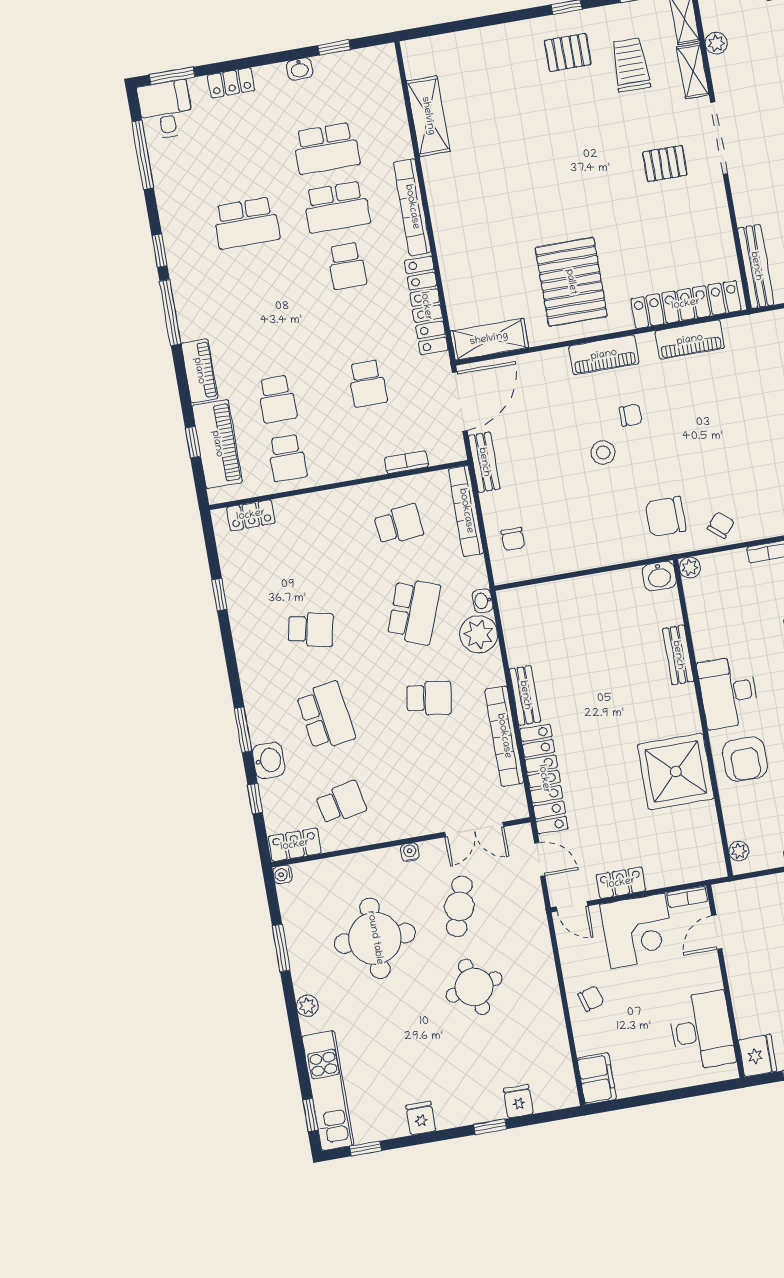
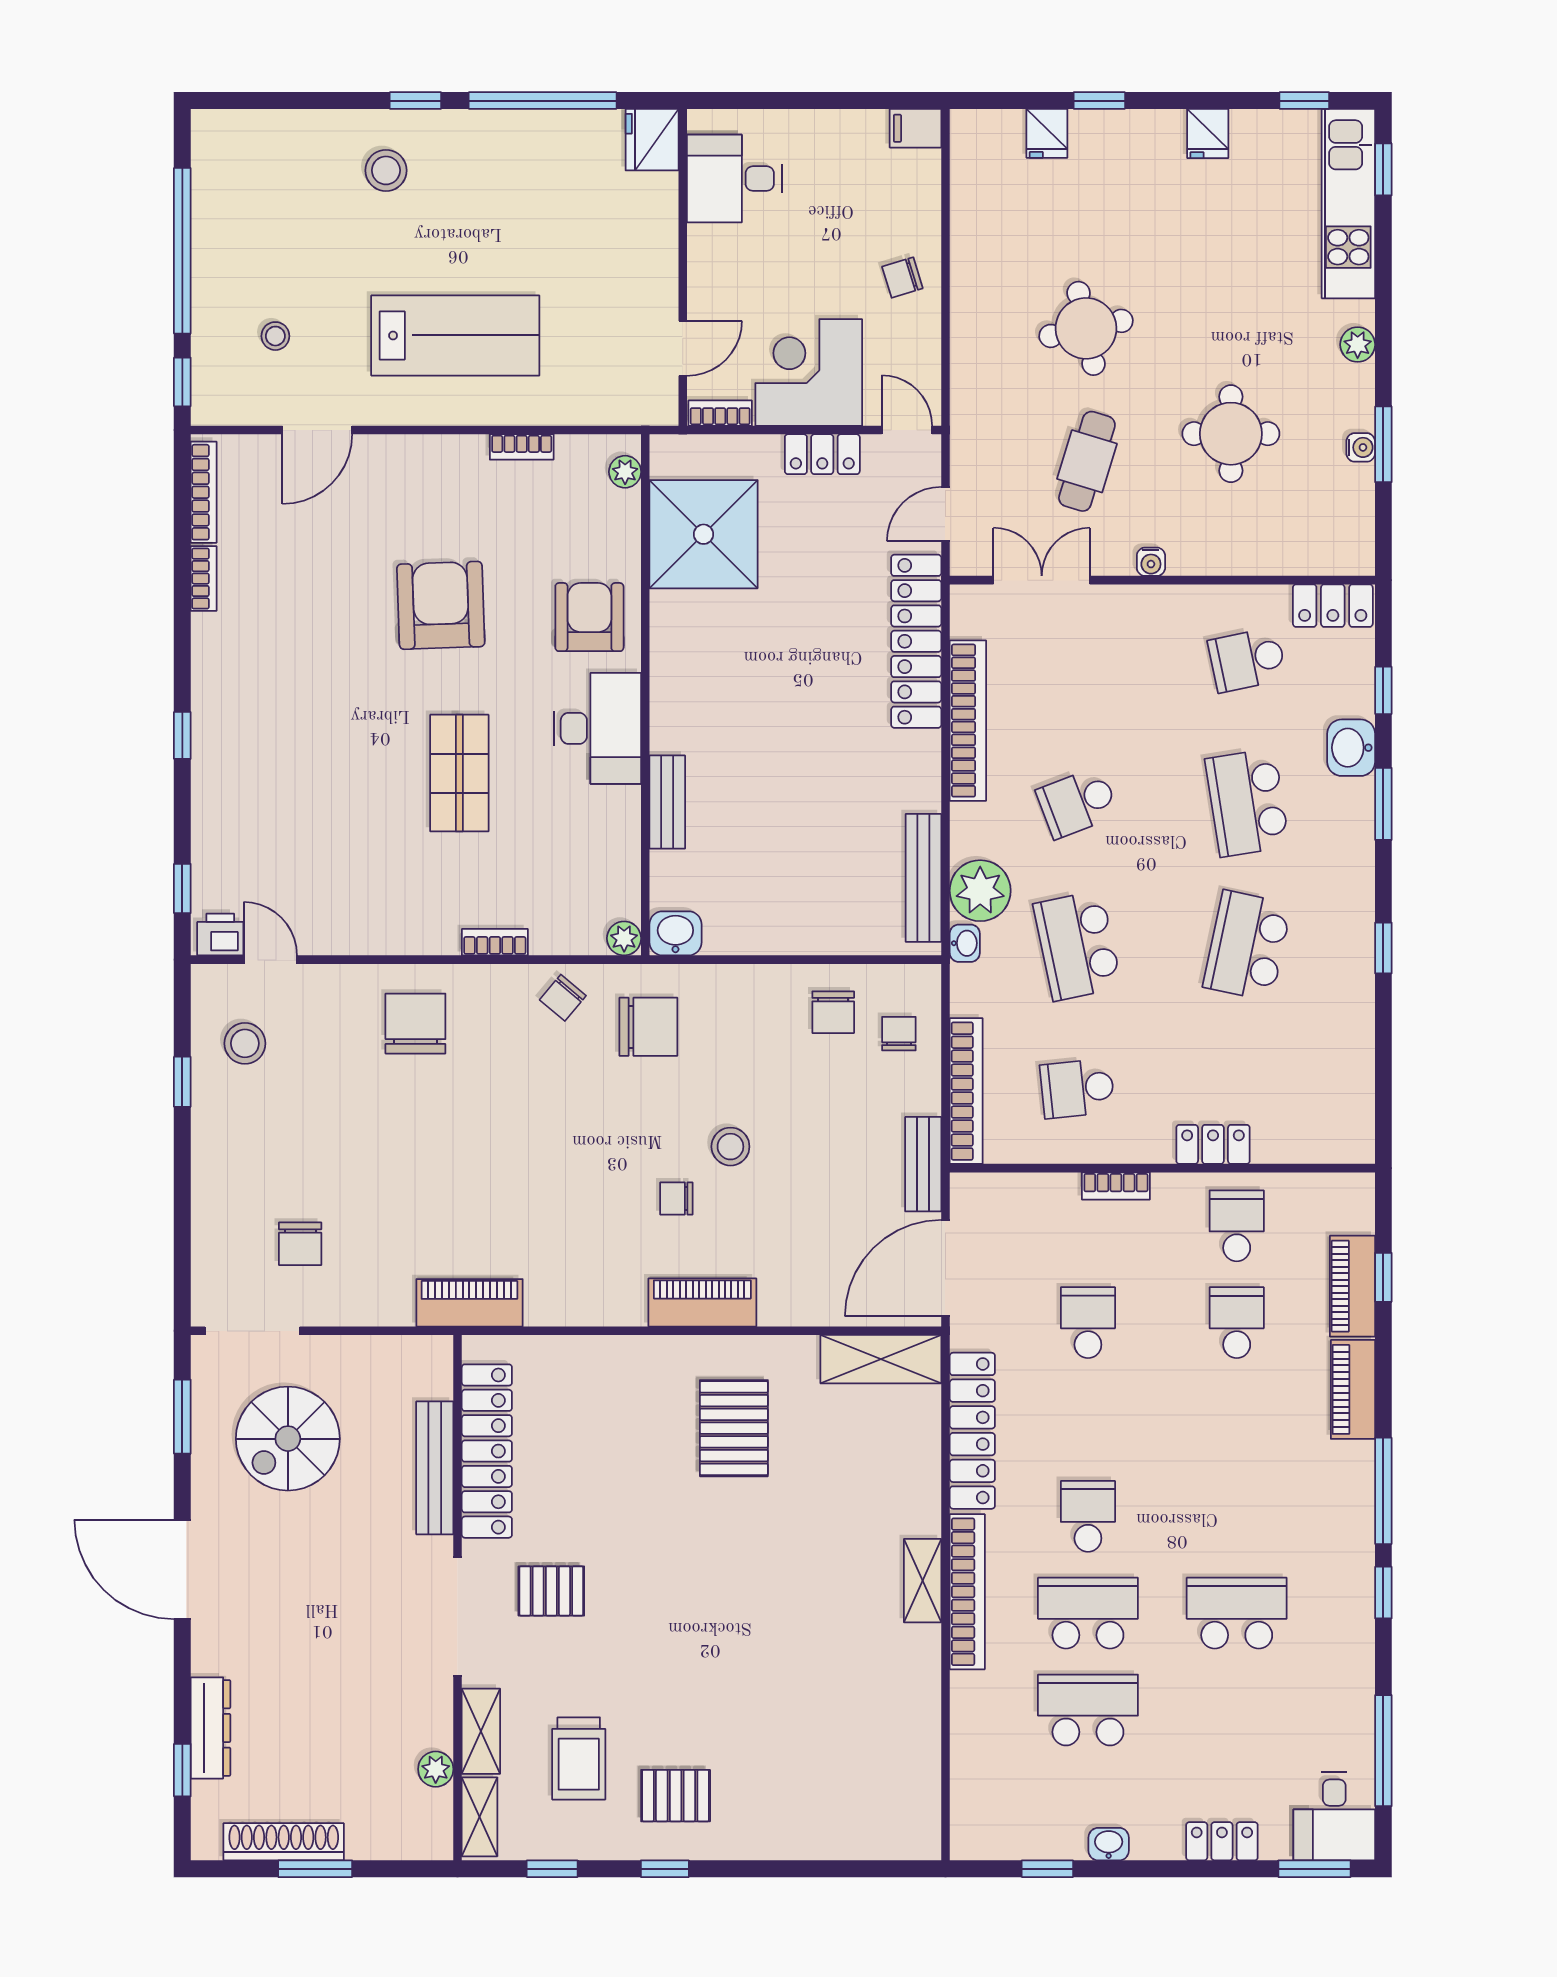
shelving: (428, 116) -> (923, 1581), moved, width x0.67, depth x0.75
bench: (756, 266) -> (435, 1468), moved
pallet: (571, 282) -> (734, 1428), width x0.73, depth x0.71
locker: (686, 304) -> (487, 1451), moved, turned -90
piano: (690, 340) -> (469, 1303), moved
piano: (217, 444) -> (1352, 1286), width x0.73, depth x0.75
bookcase: (406, 462) -> (1116, 1186), moved
locker: (251, 515) -> (1213, 1144), moved
chair: (555, 545) -> (833, 1012), added
window: (219, 595) -> (1383, 948), moved
school desk: (414, 611) -> (1077, 946), turned -33
school desk: (311, 629) -> (1247, 946), width x1.85
bench: (525, 695) -> (923, 878), moved, width x1.36
school desk: (429, 698) -> (1077, 803), turned -30
shower: (676, 772) -> (704, 534), moved
door: (540, 859) -> (945, 514), hinge flipped
water cooler: (282, 874) -> (1361, 447), moved
round table: (375, 938) -> (1231, 434), width x0.73, depth x0.73
desk: (702, 1031) -> (734, 179), width x0.73
filing cabinet: (597, 1079) -> (915, 128), width x0.50

